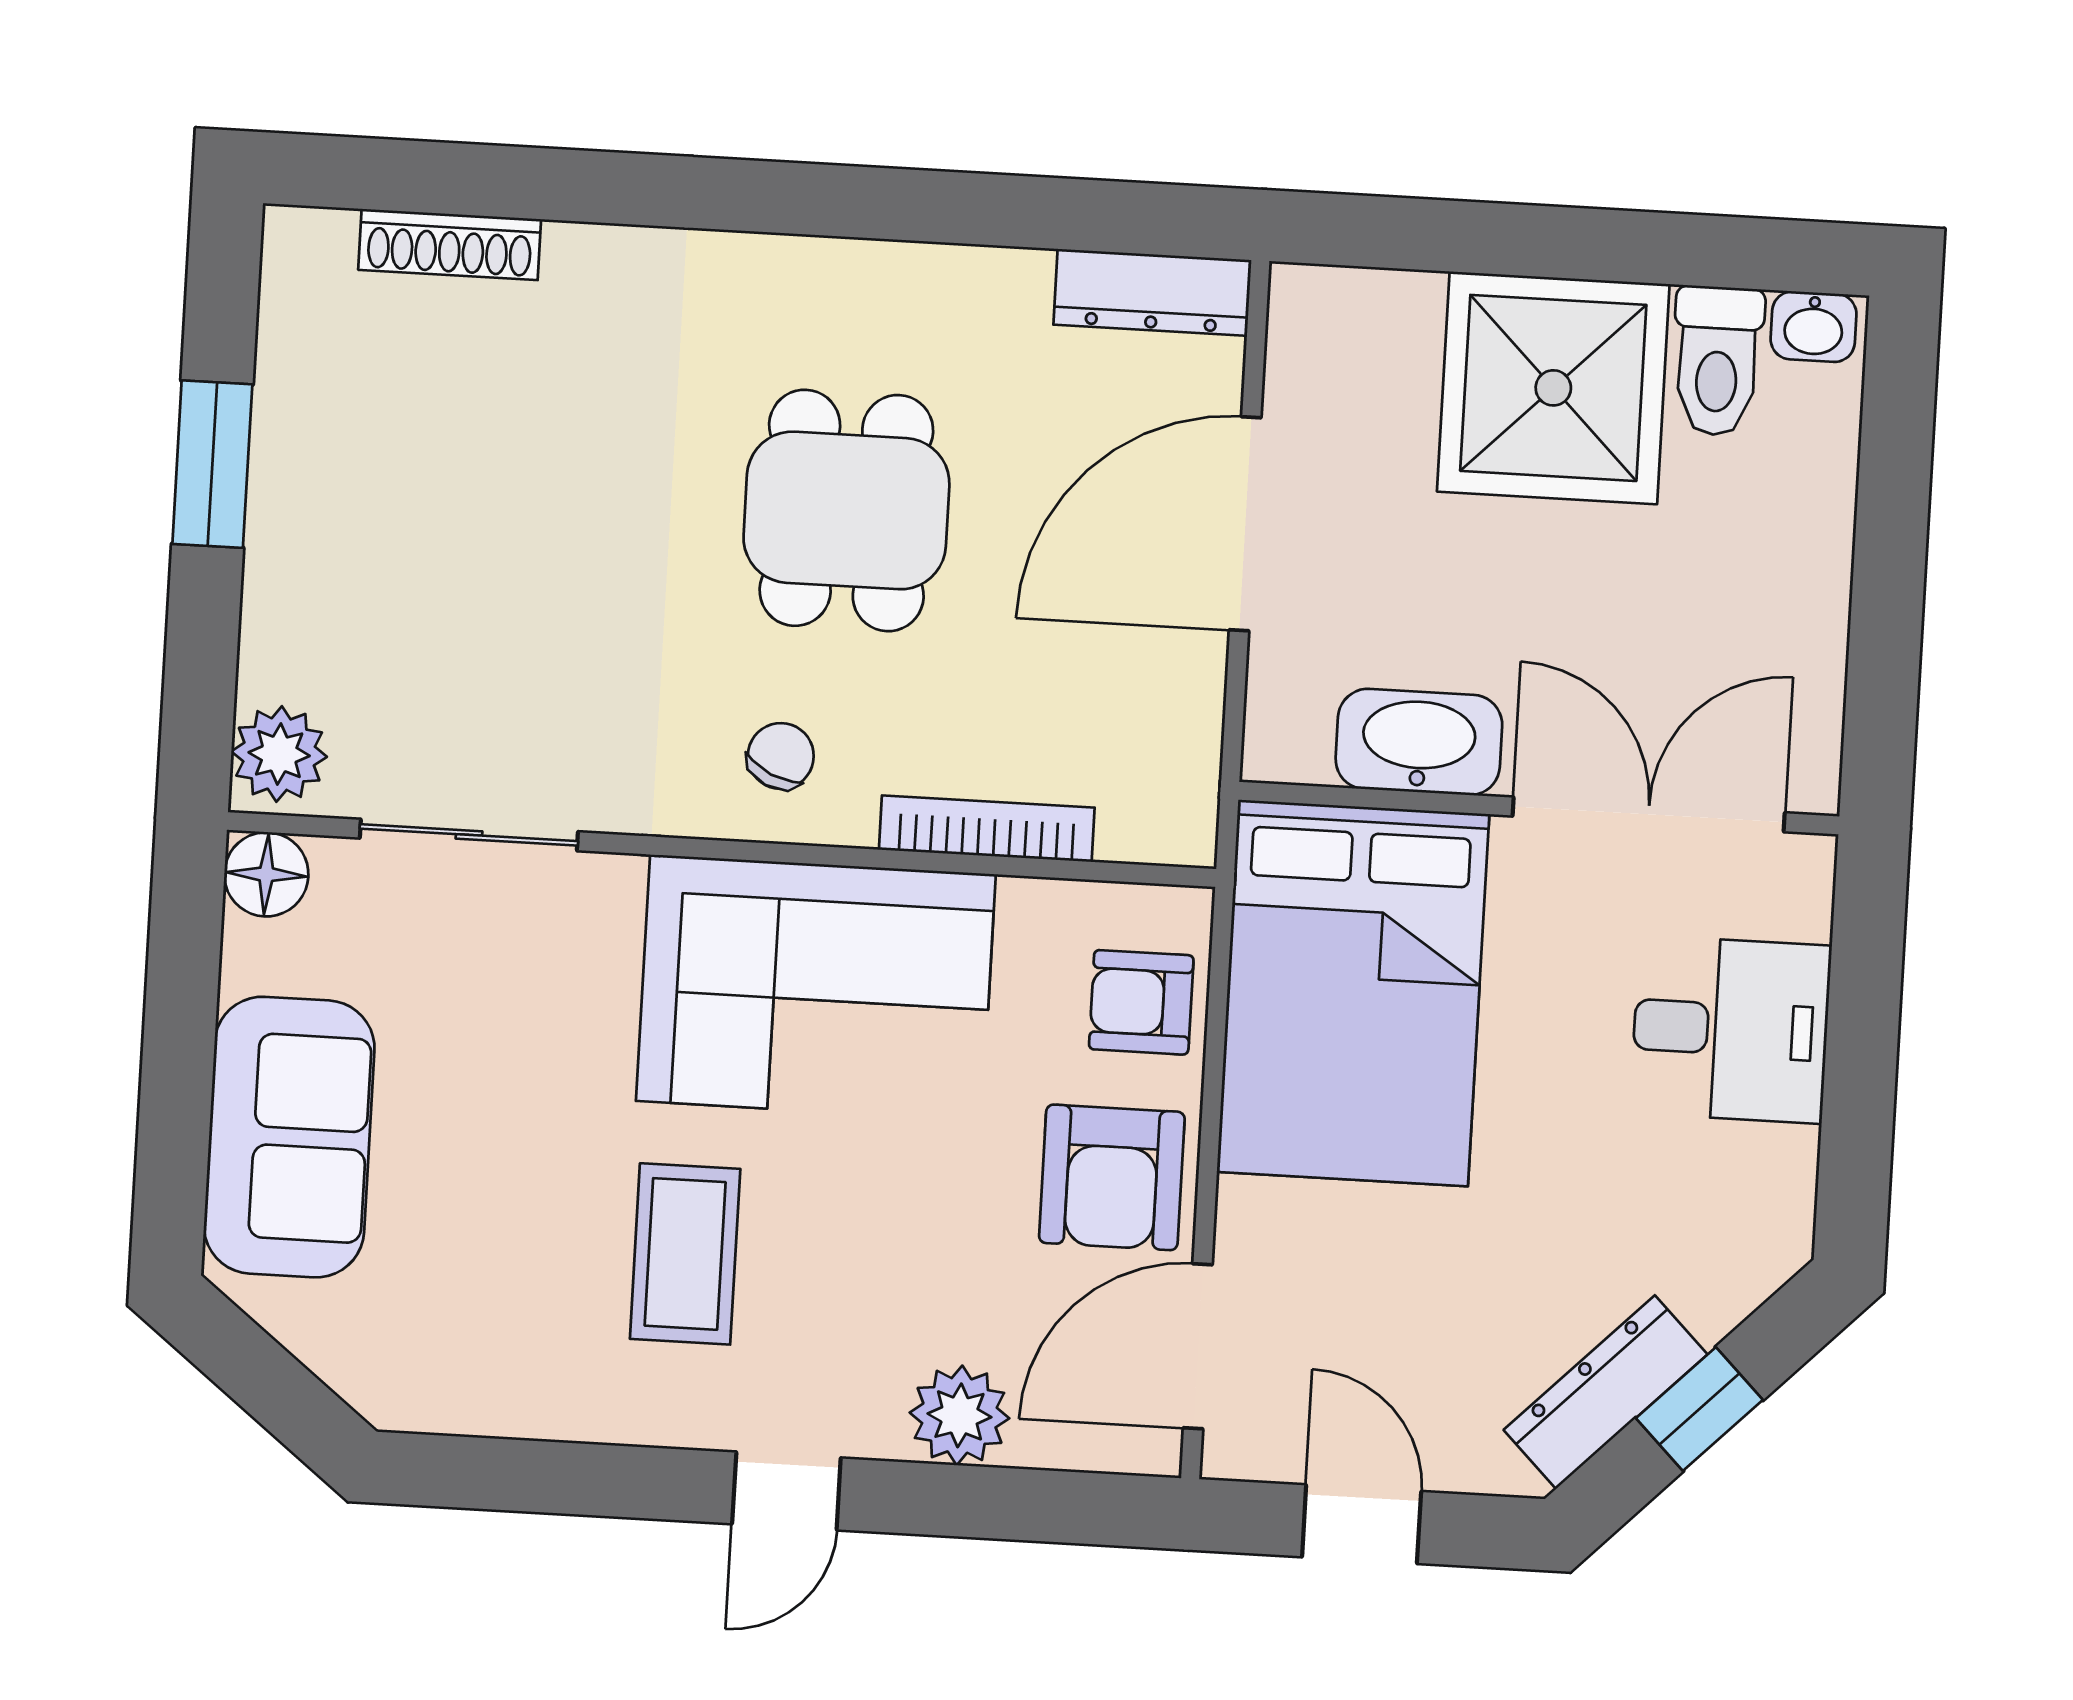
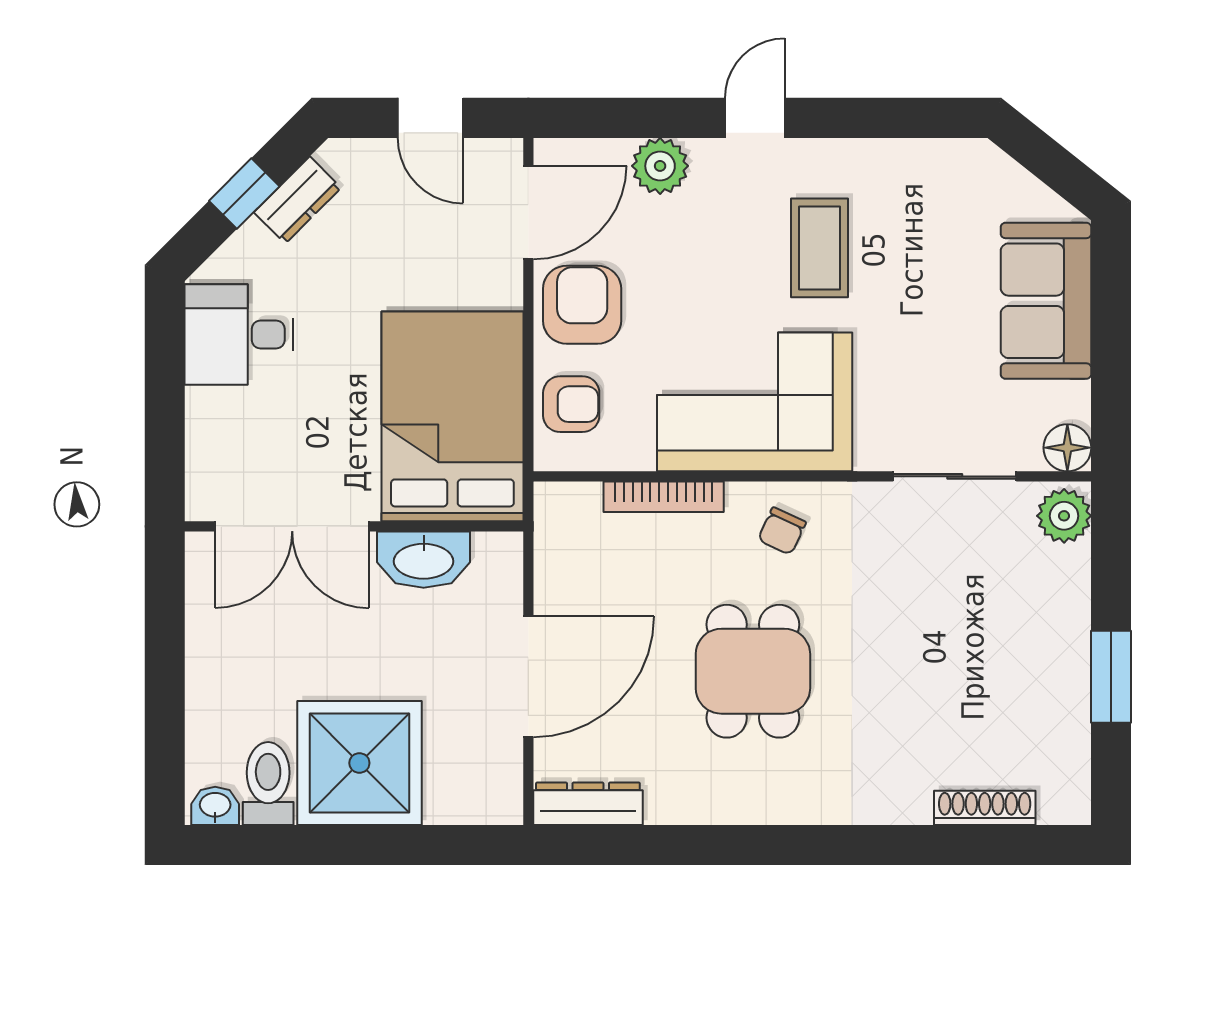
desk: (1731, 1029) -> (239, 335), moved
dresser: (1605, 1392) -> (298, 200), width x0.70

